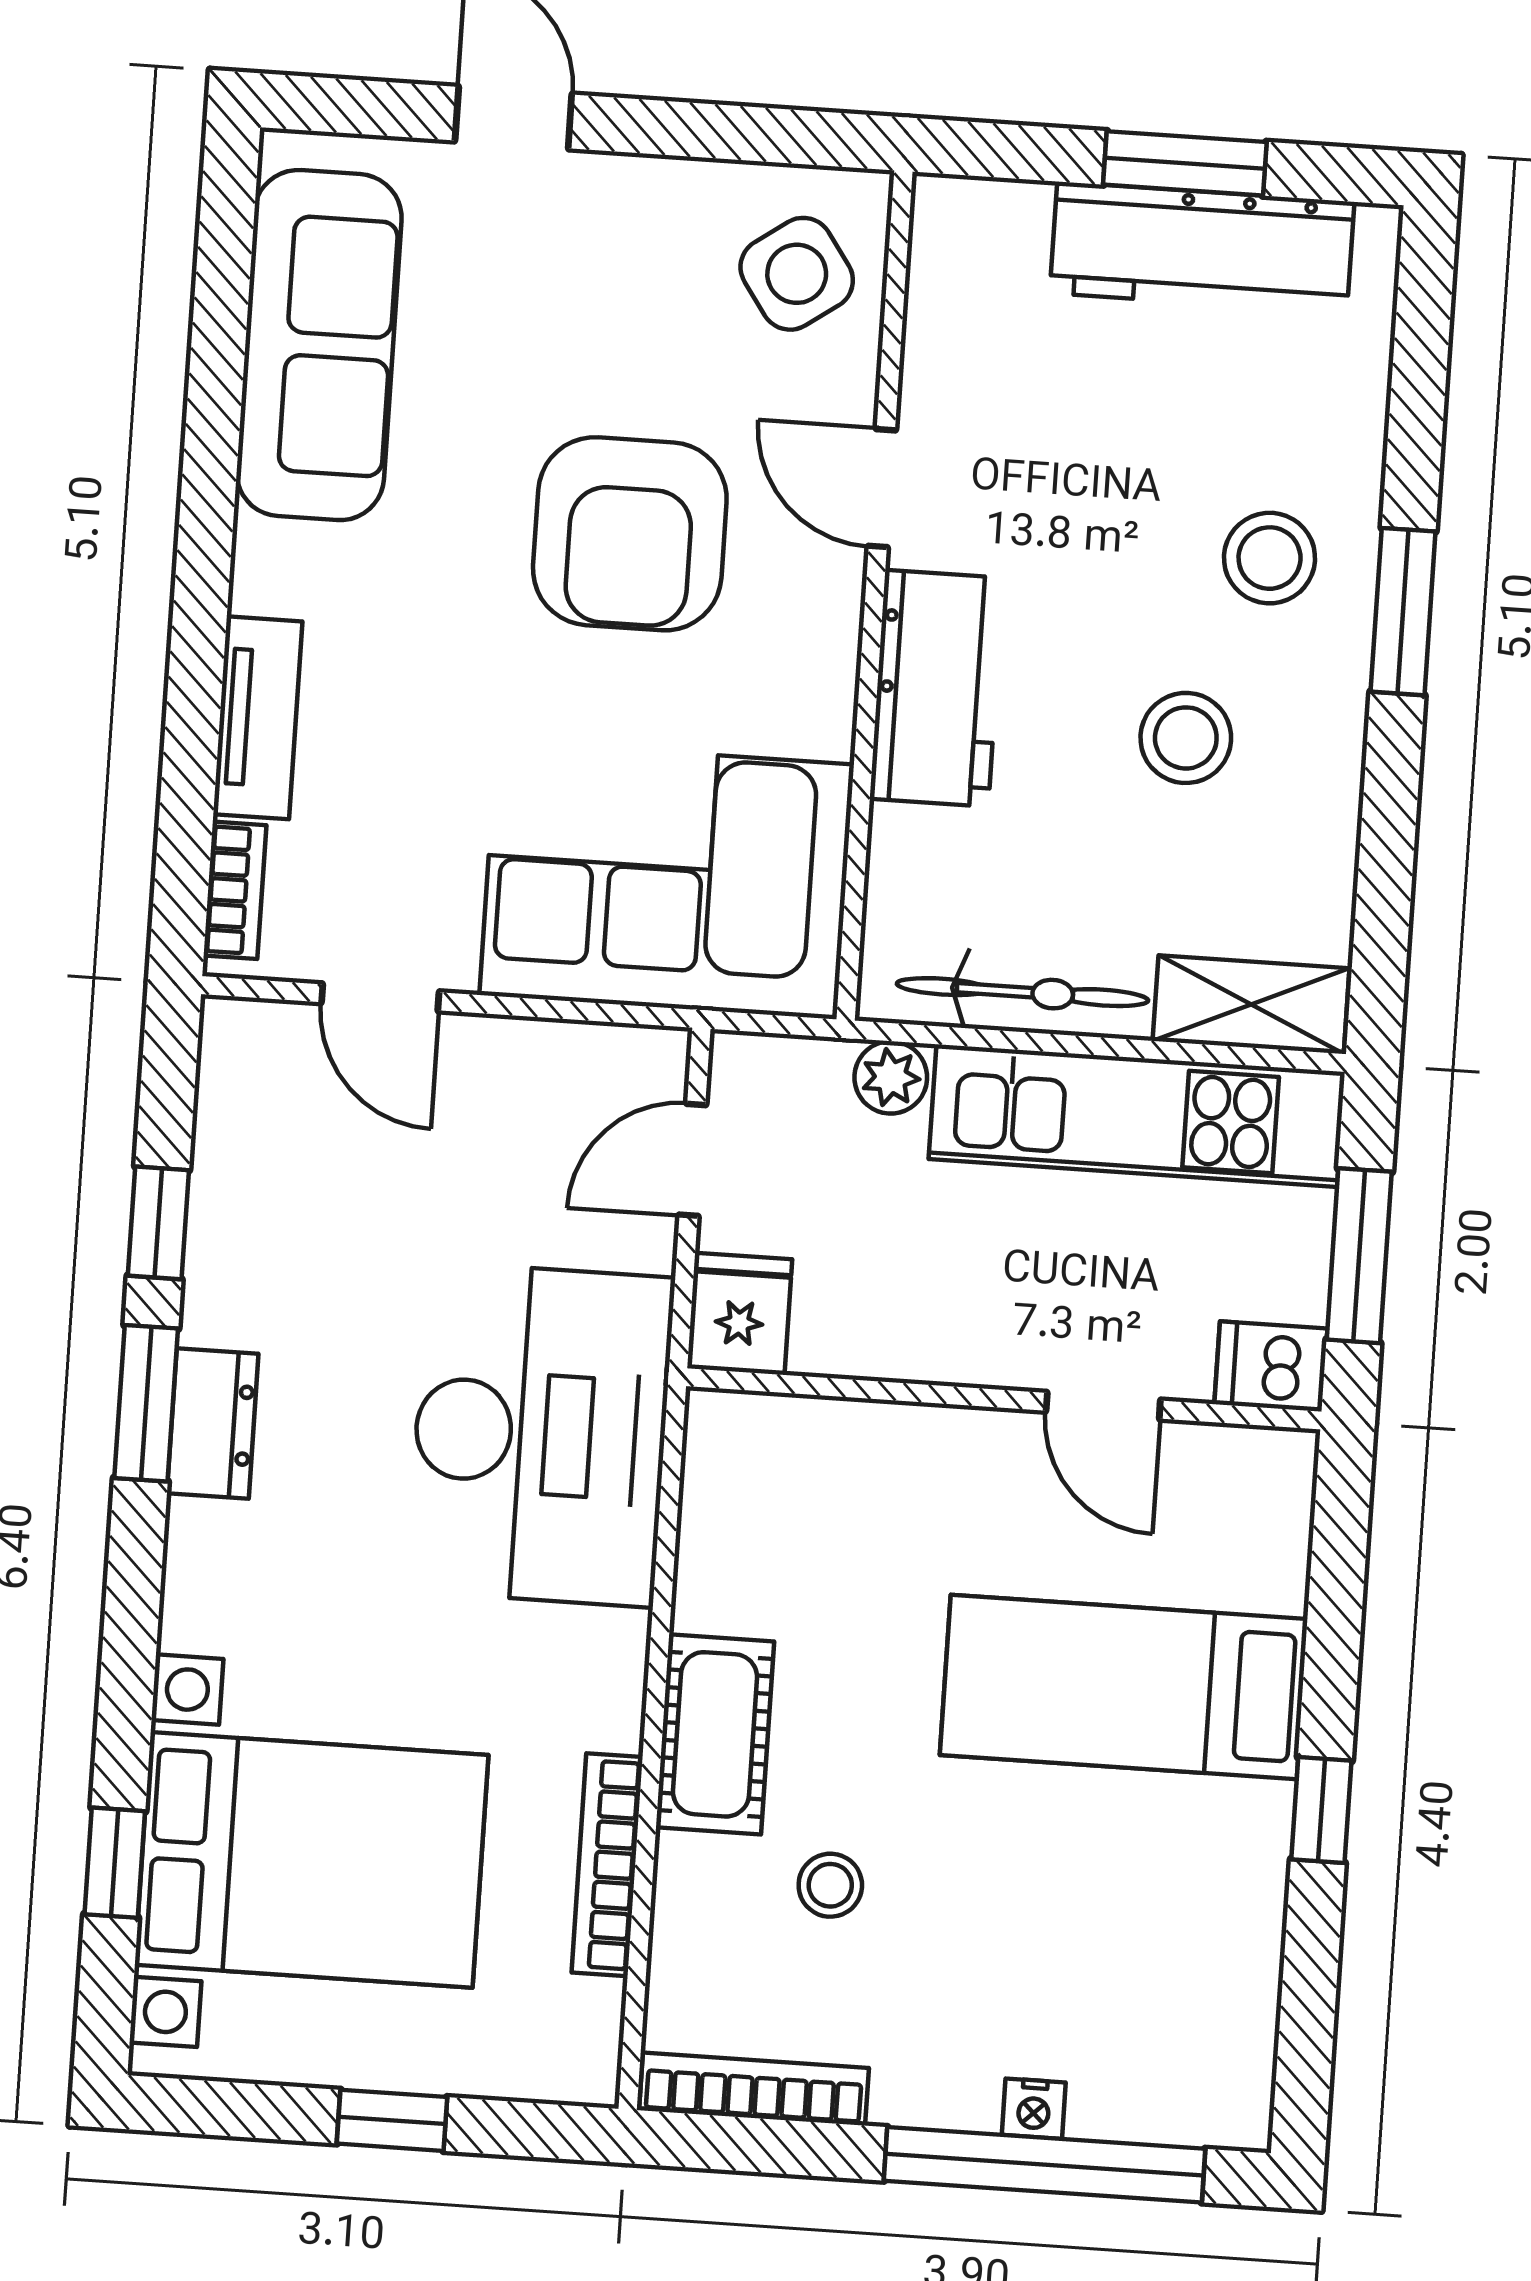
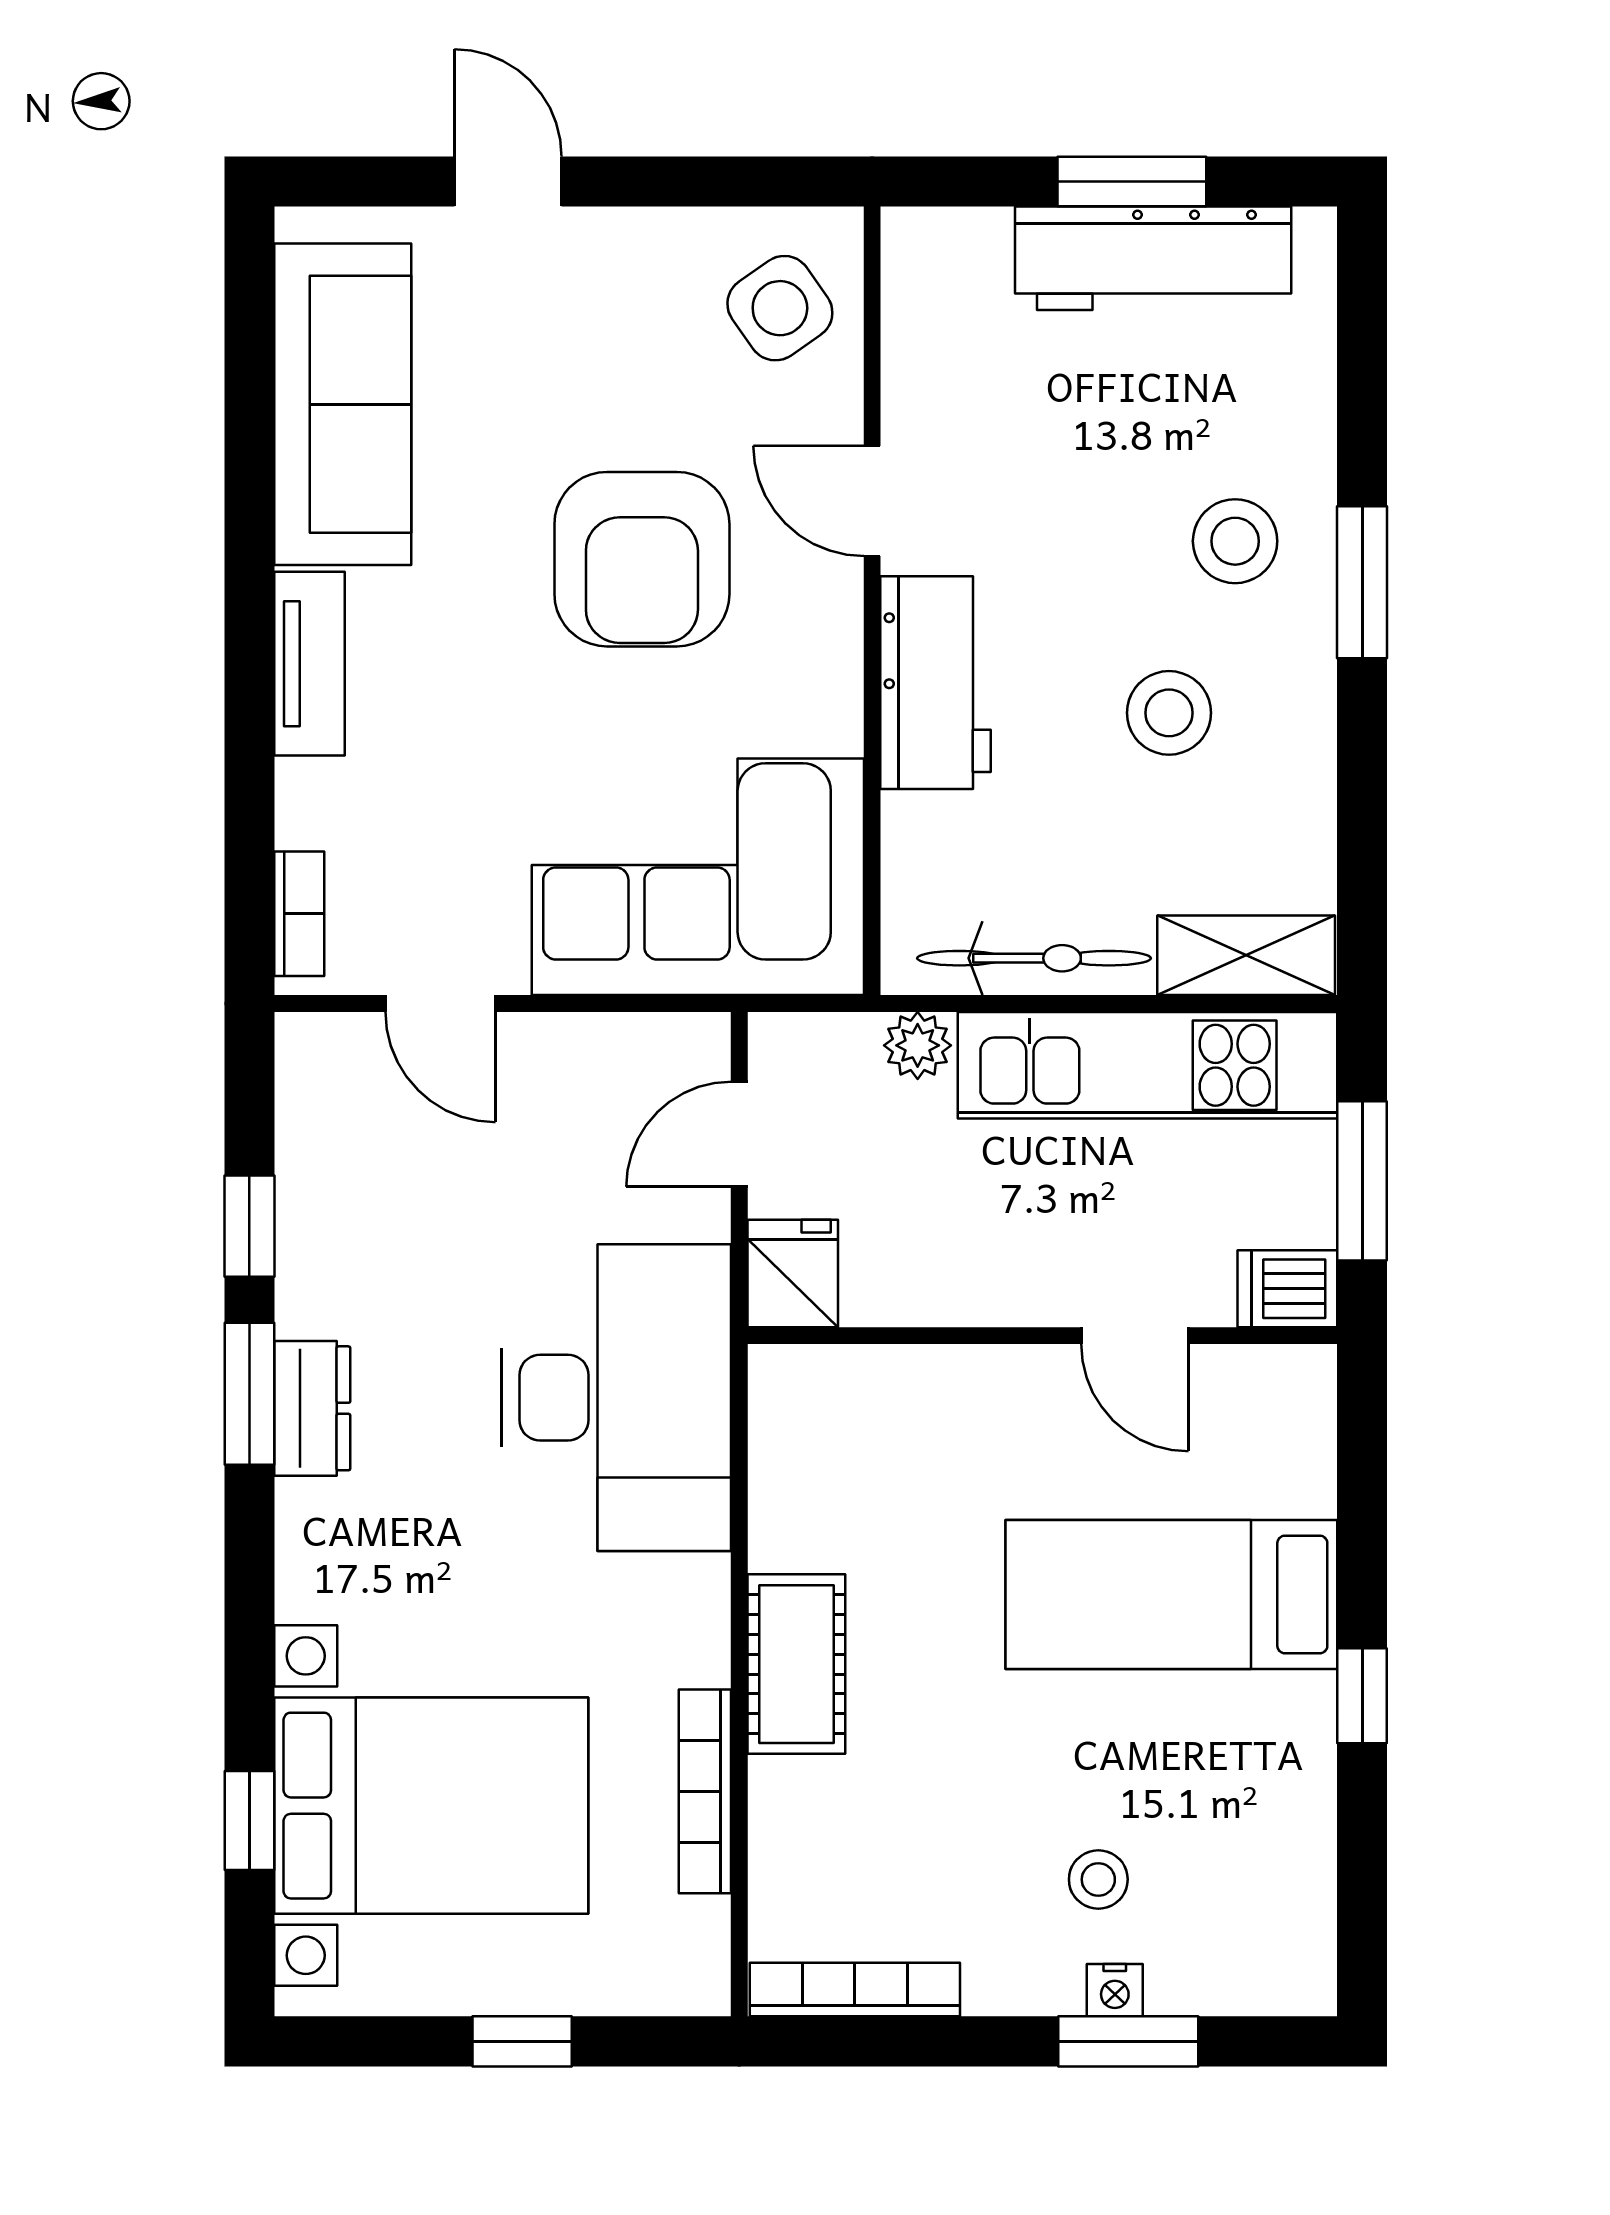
tv unit: (258, 718) -> (309, 664), moved
stool: (830, 1885) -> (1098, 1879), moved
window: (1044, 2165) -> (1128, 2041), width x0.47

